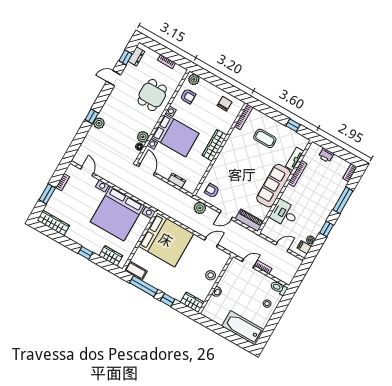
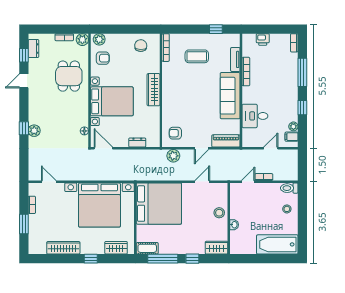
plant: (143, 137) -> (82, 40), moved
wardrobe: (53, 223) -> (63, 248), moved

